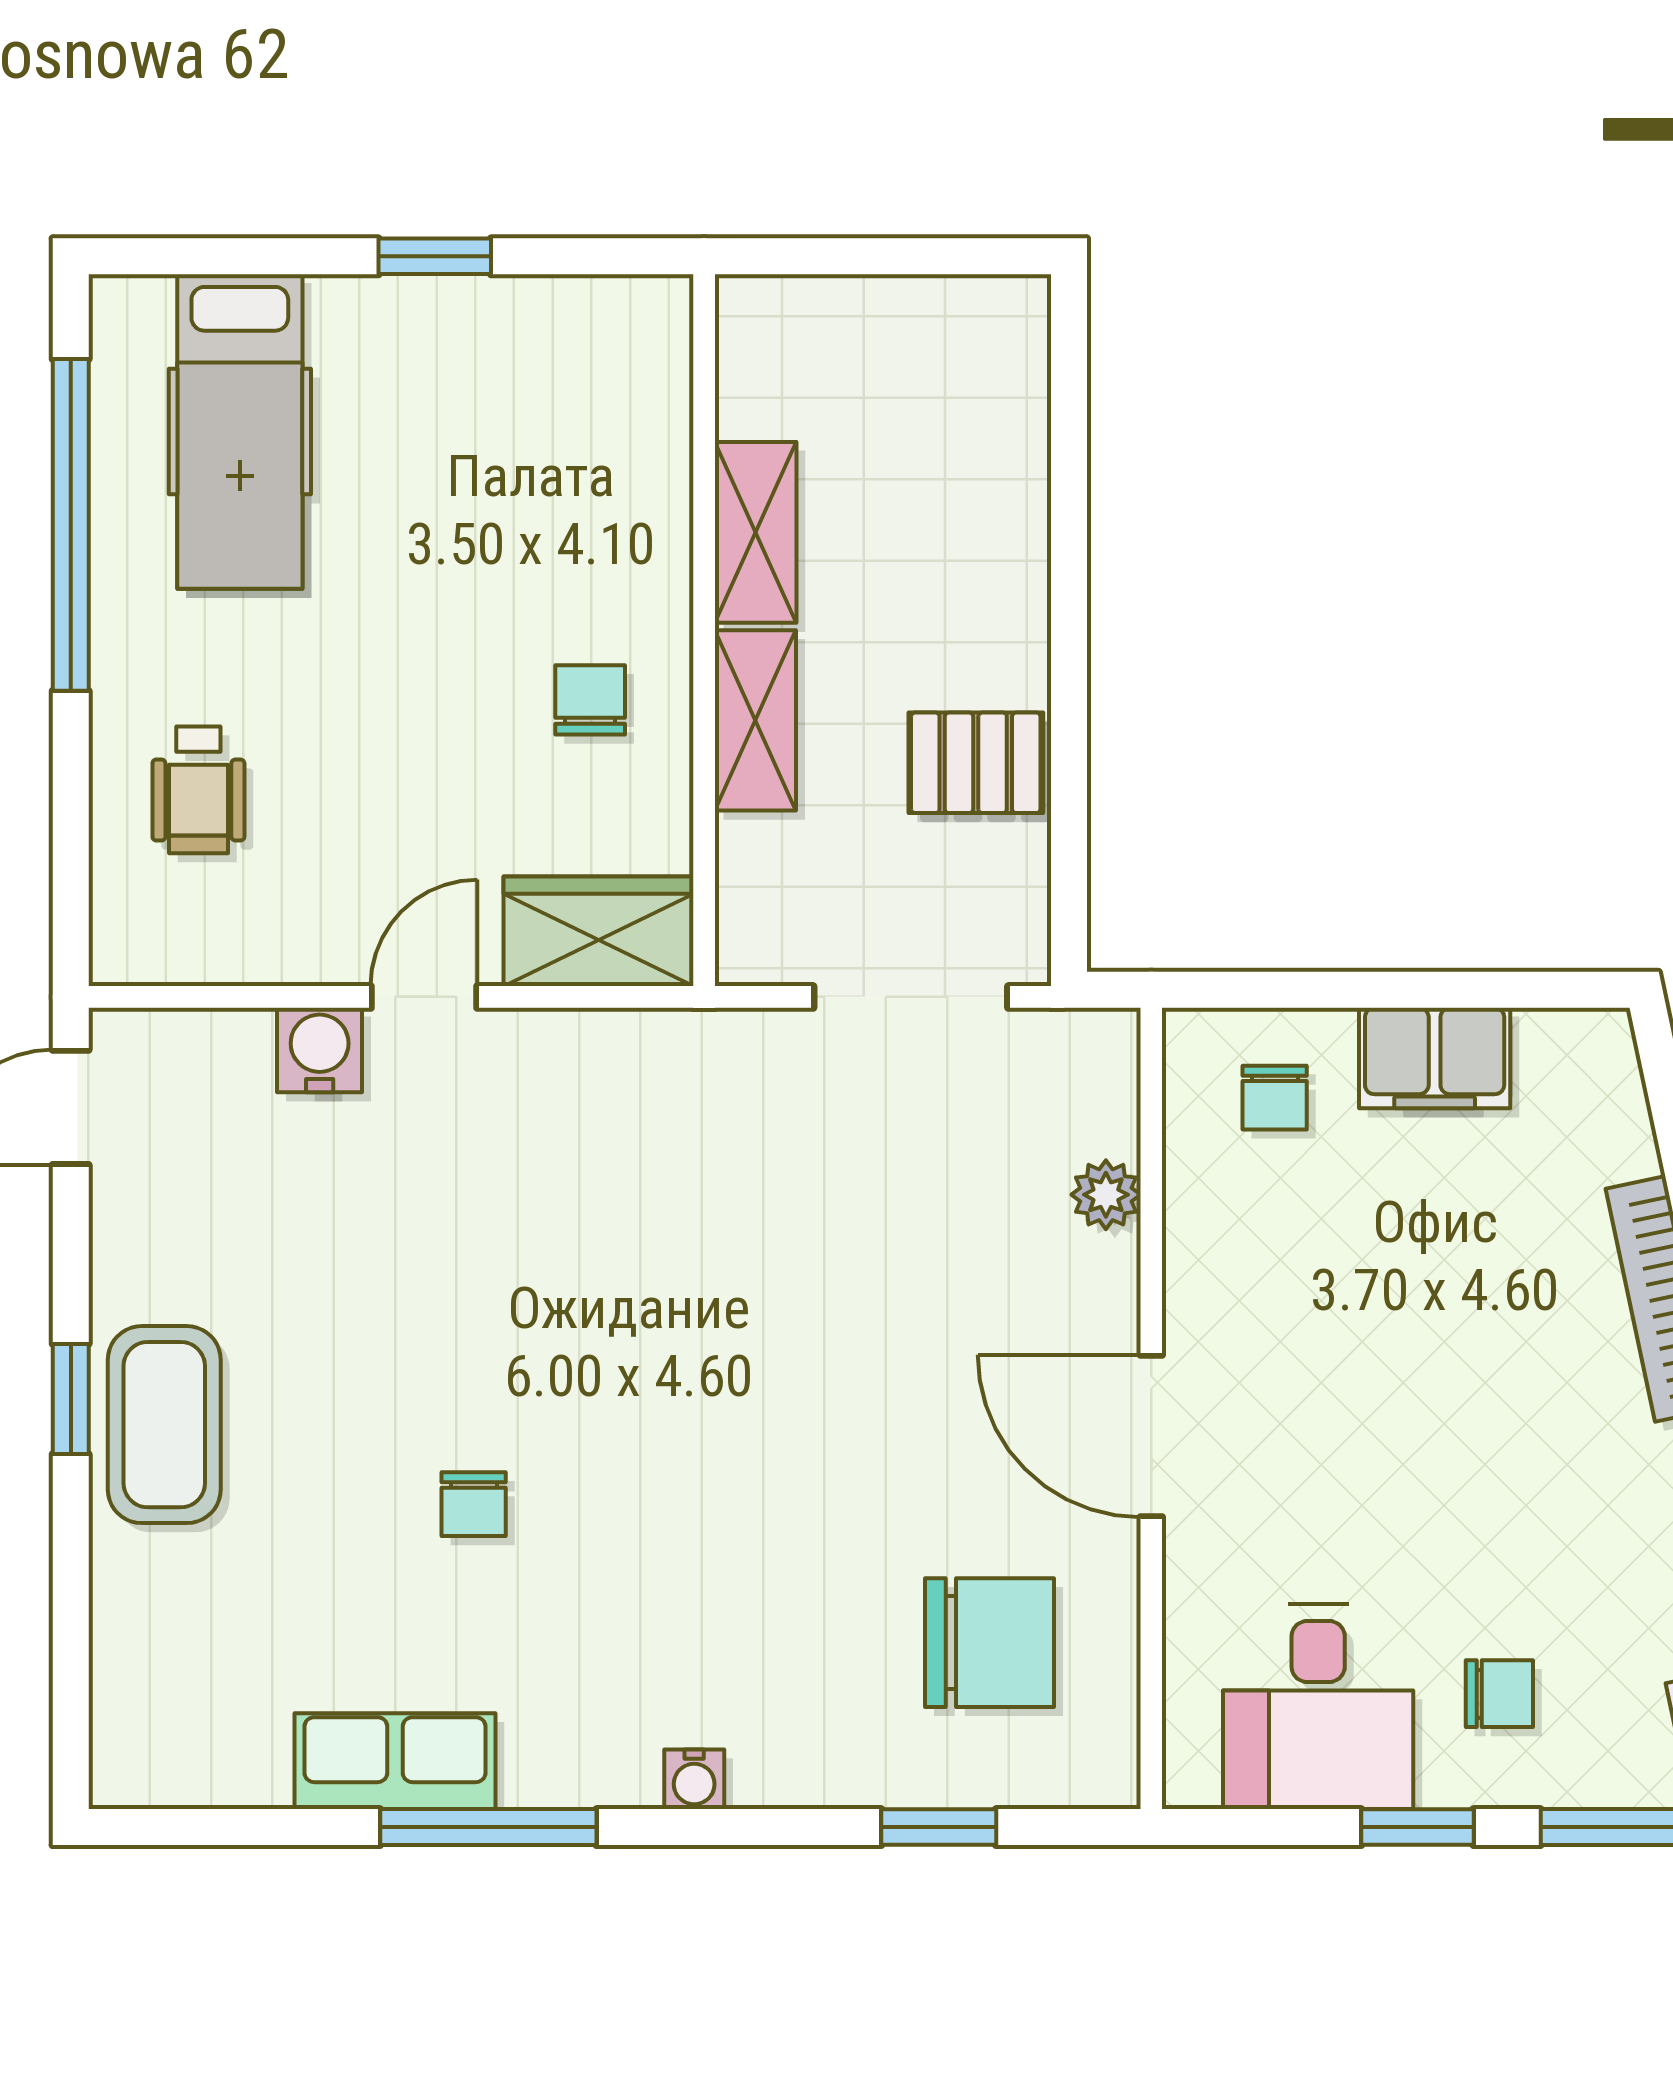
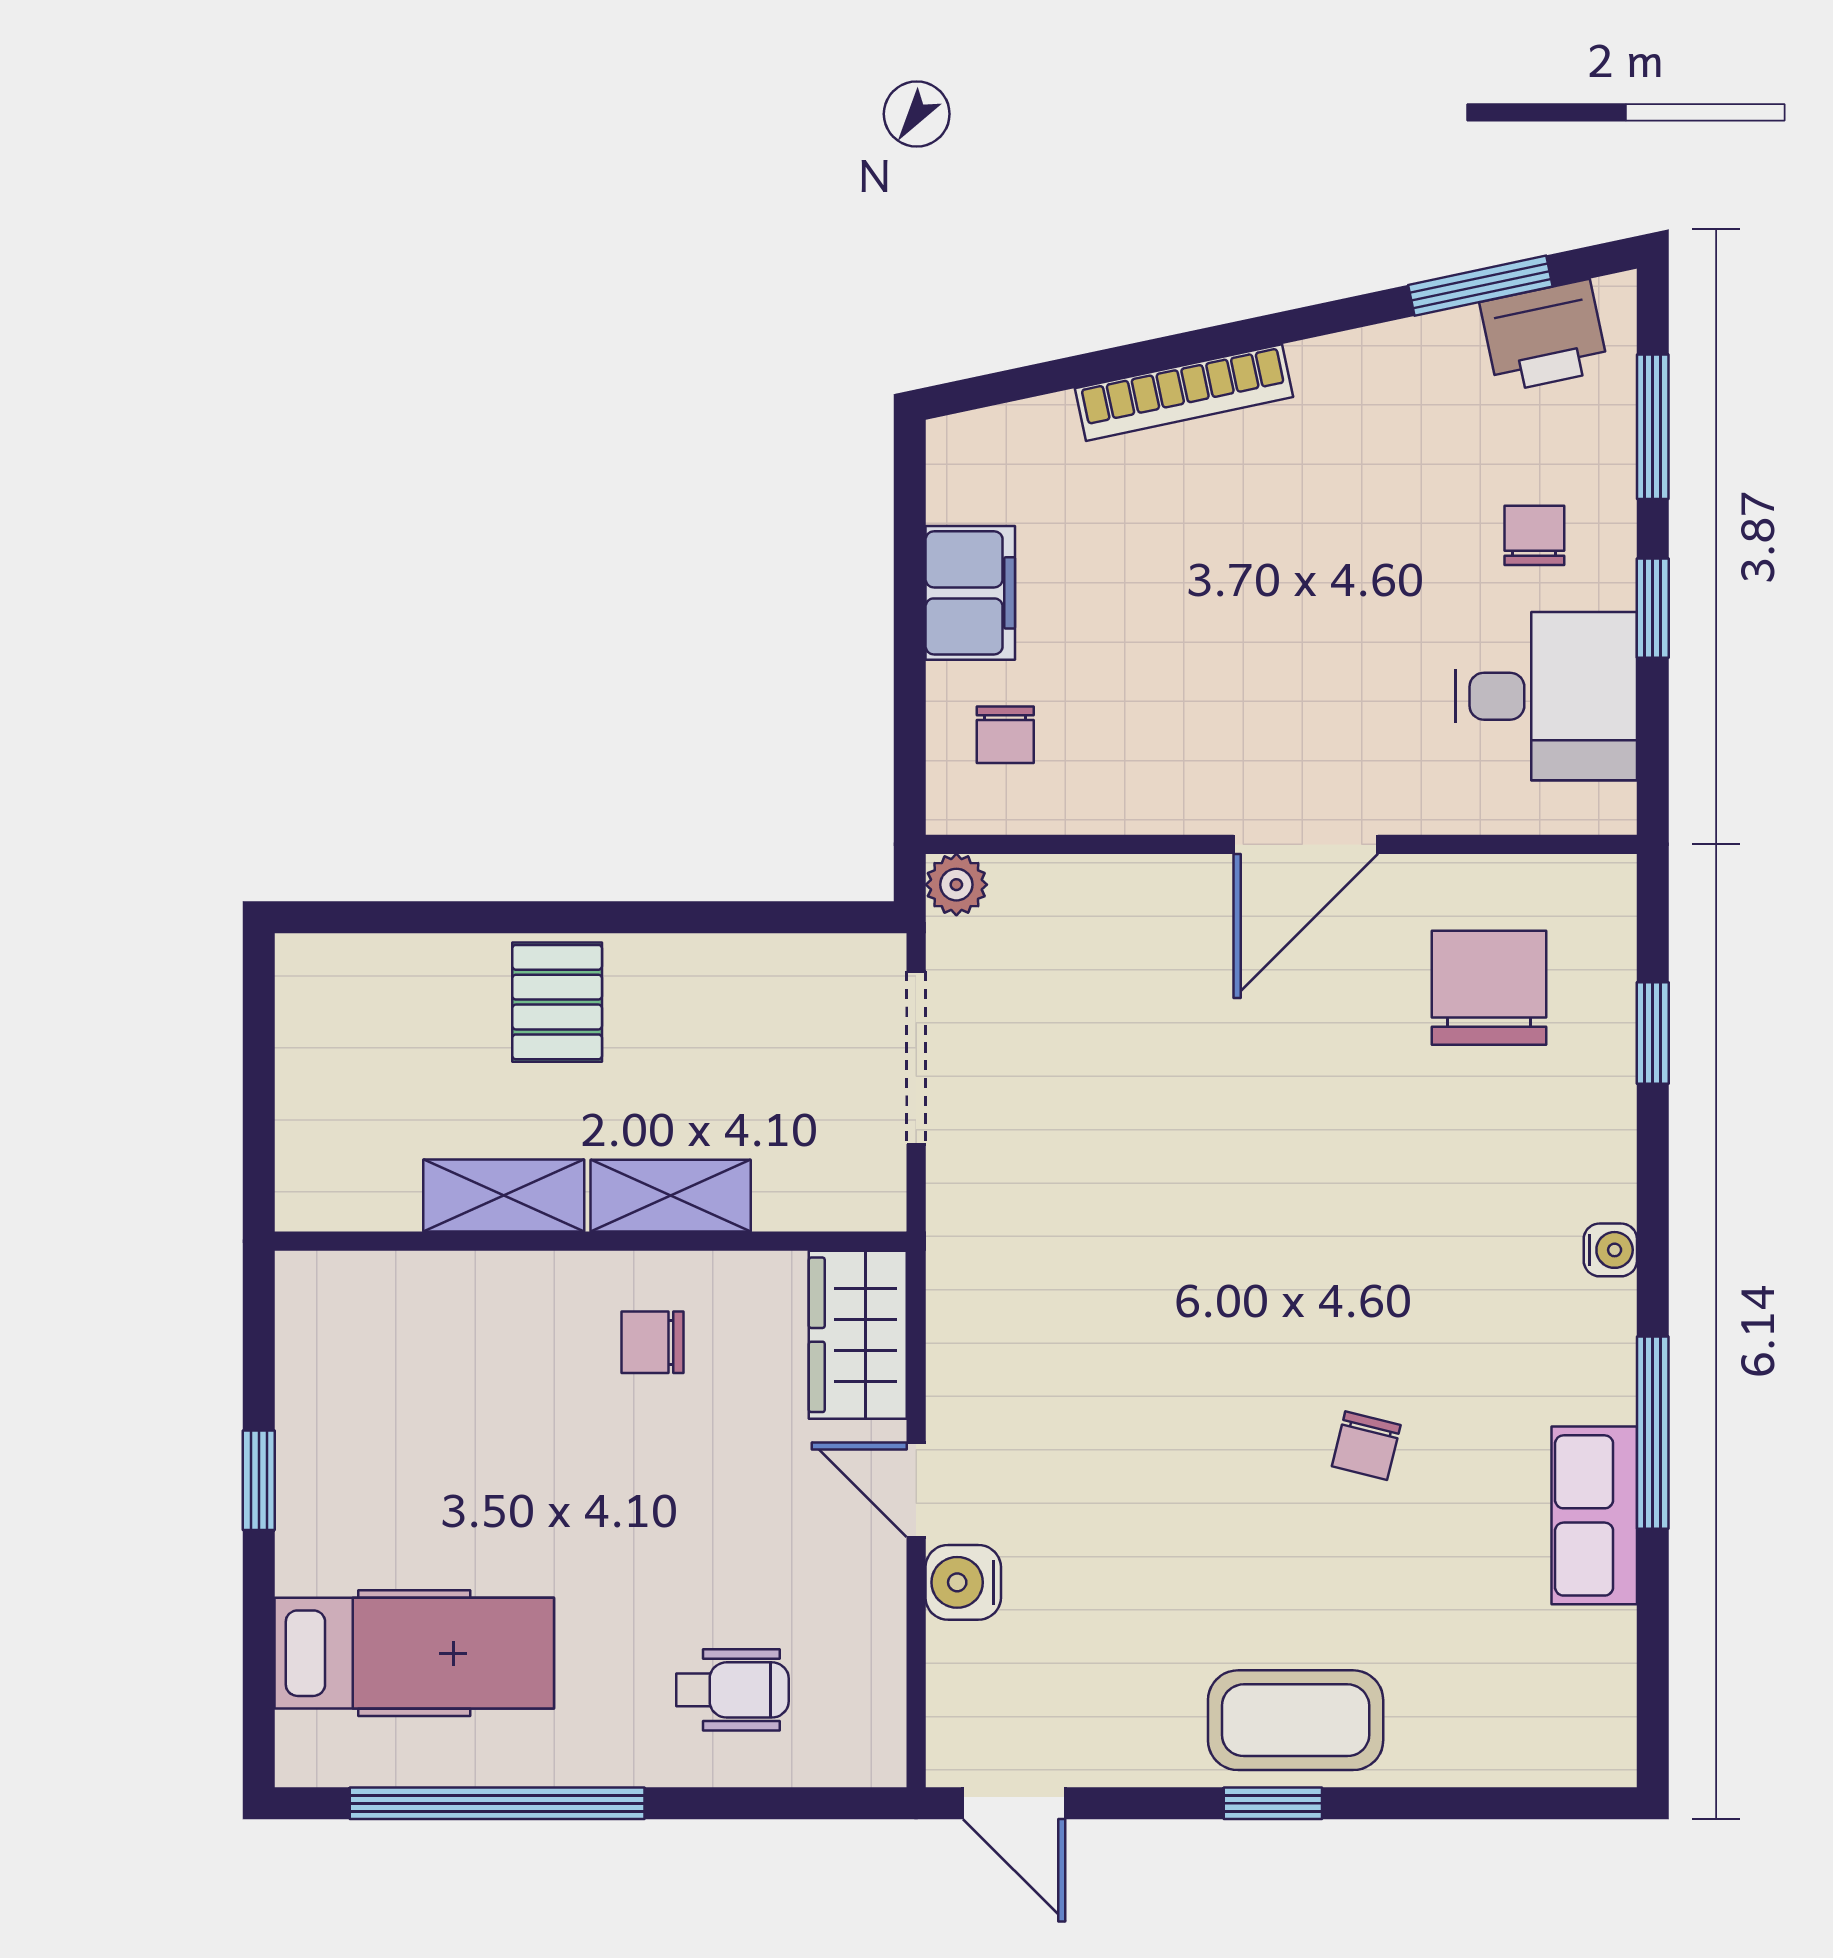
pallet: (976, 763) -> (557, 1002), moved
chair: (1275, 1098) -> (1005, 735), turned 90
plant: (1106, 1195) -> (956, 885), moved
chair: (474, 1504) -> (1366, 1446), turned 104

